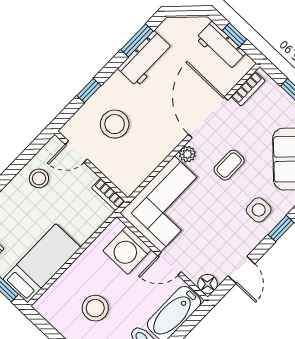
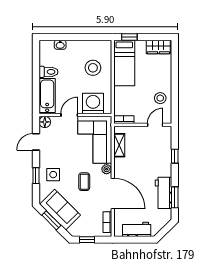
window: (234, 35) -> (135, 240), removed
stool: (115, 124) -> (150, 152), removed
shelving: (144, 169) -> (119, 145), added
door: (241, 270) -> (36, 142), hinge flipped
stool: (95, 308) -> (93, 68), moved

